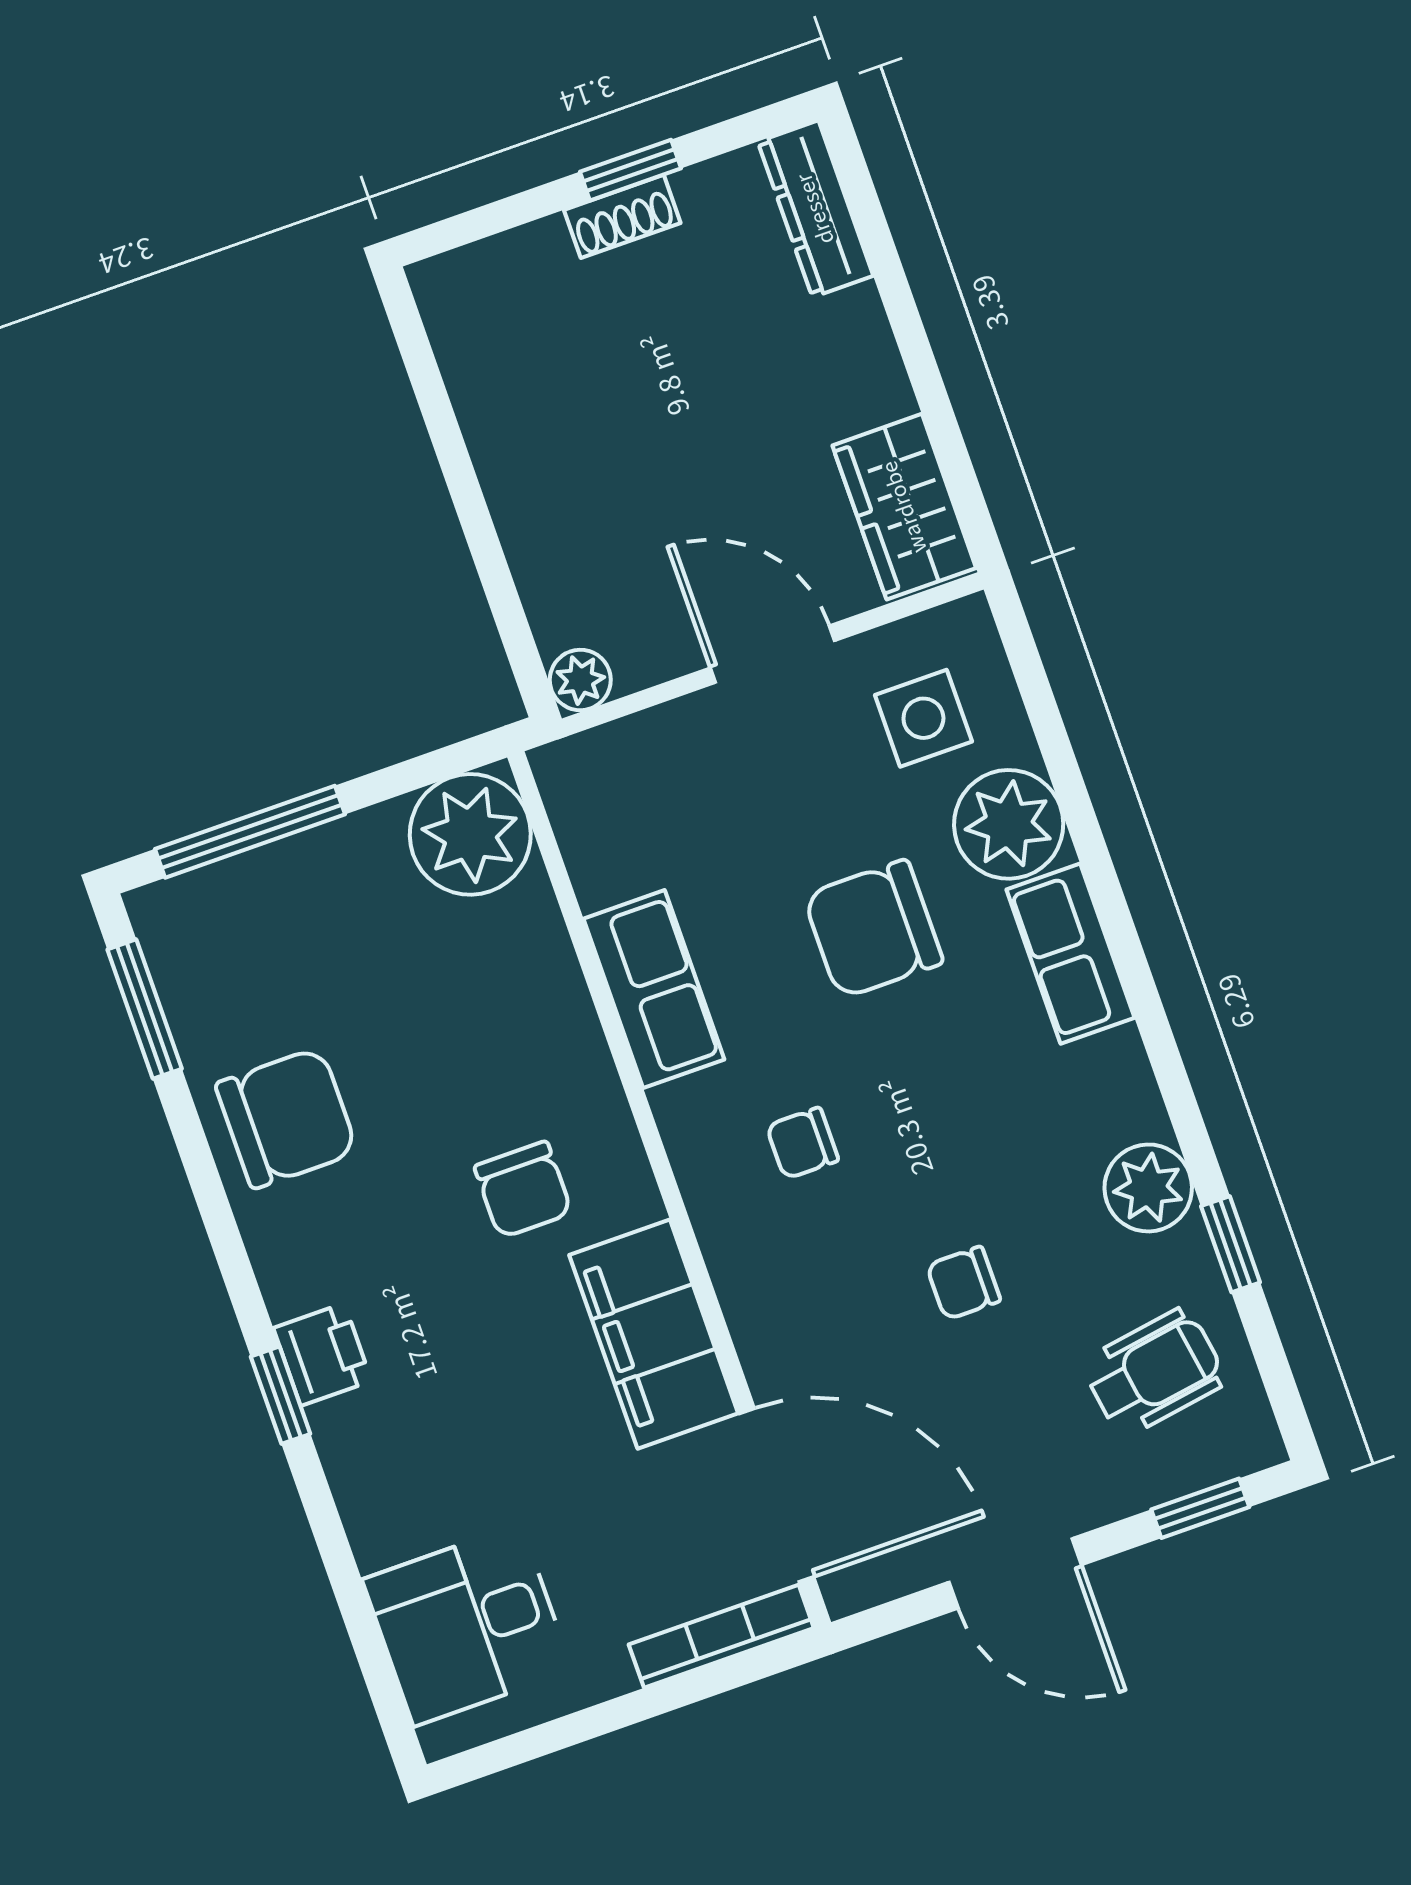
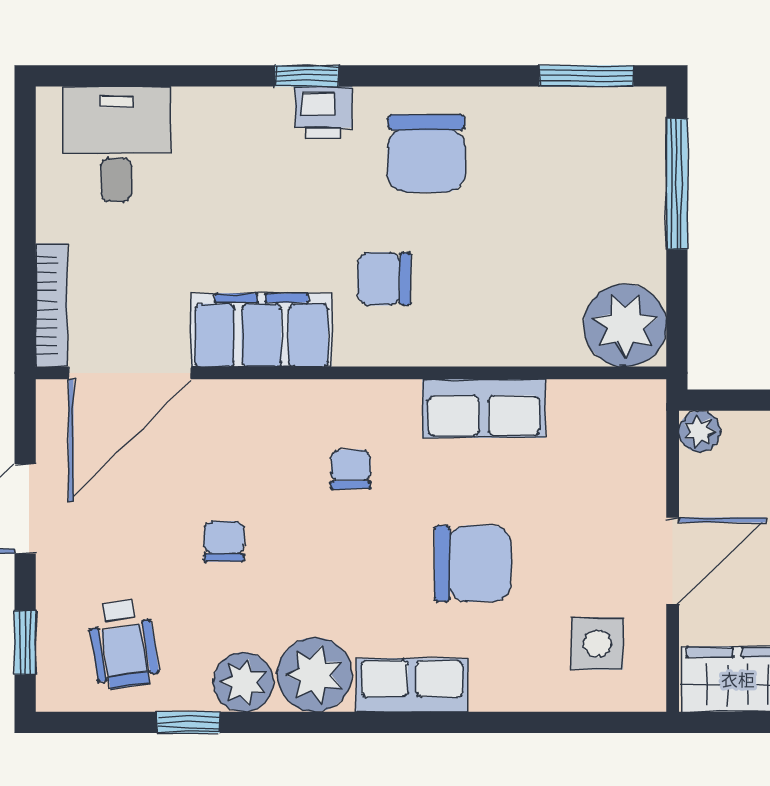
plant: (1009, 824) -> (315, 675), moved
chair: (873, 929) -> (473, 563), turned 90
chair: (287, 1118) -> (426, 153), moved

